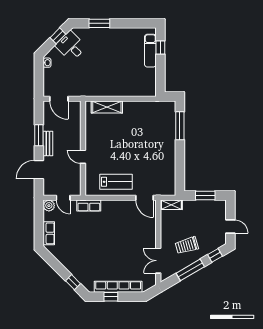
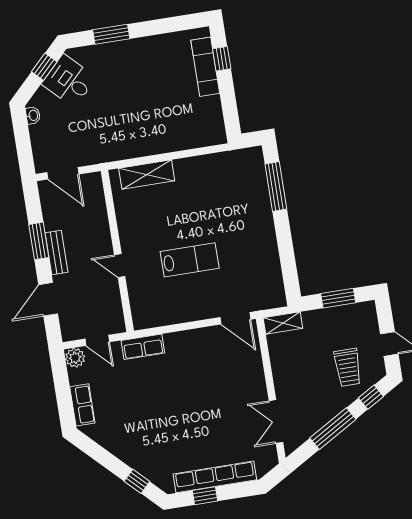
lab bench: (116, 182) -> (190, 260), moved
trolley: (187, 245) -> (348, 367), moved, turned -74

